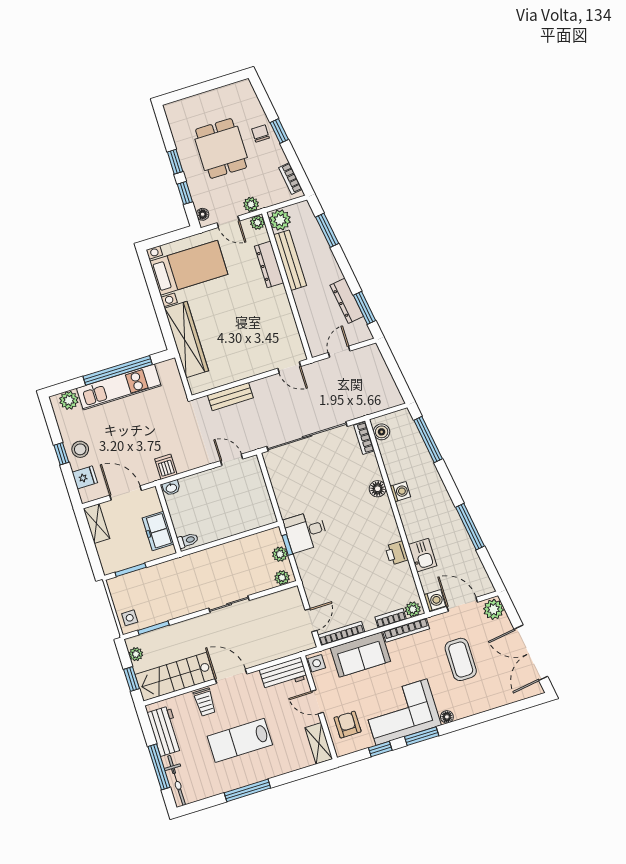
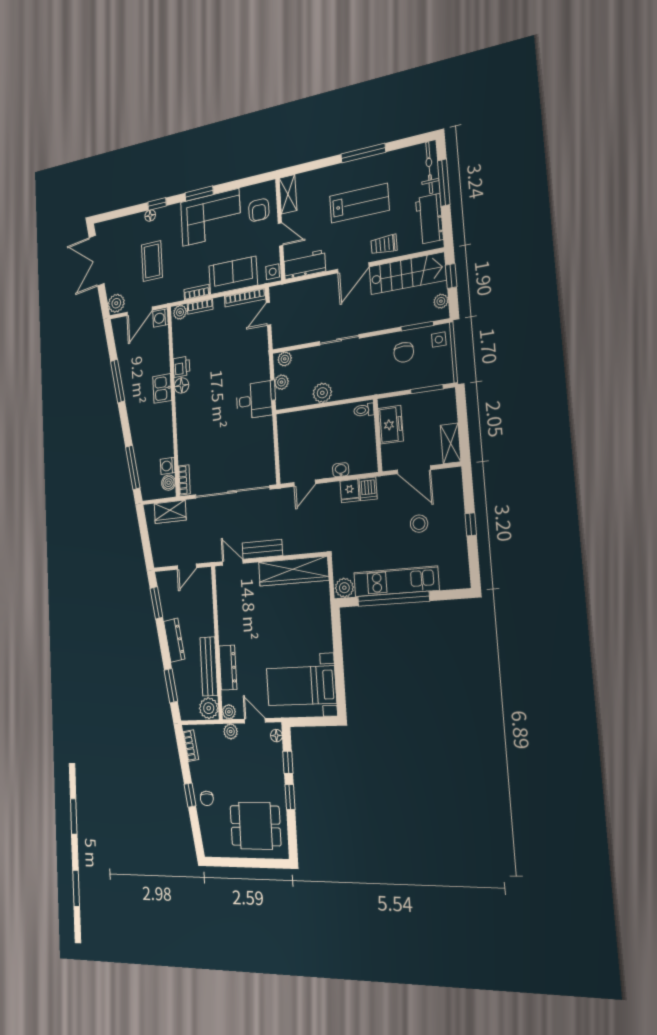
dining table: (221, 148) -> (255, 826), moved, turned 90
dresser: (347, 301) -> (174, 640), moved
wardrobe: (186, 340) -> (293, 571), moved, turned -90
bench: (230, 397) -> (262, 549), moved
plant: (69, 400) -> (344, 588), moved
wardrobe: (372, 403) -> (170, 512), added
stool: (80, 449) -> (419, 524), moved
door: (232, 460) -> (305, 483), hinge flipped
fridge: (85, 477) -> (350, 491), moved, turned -90
washbasin: (171, 488) -> (341, 470), moved
floor lamp: (378, 489) -> (182, 385), moved
washing machine: (400, 492) -> (168, 466), moved
plant: (234, 550) -> (322, 393), added
kitchen sink: (423, 555) -> (162, 388), moved
chair: (161, 601) -> (404, 352), added
door: (462, 604) -> (140, 311), hinge flipped
bookcase: (406, 630) -> (197, 292), width x0.64
double door: (531, 653) -> (97, 261), swing flipped
door: (231, 676) -> (353, 268), hinge flipped
trolley: (205, 702) -> (384, 245), turned -90
floor lamp: (447, 717) -> (150, 216), moved
window: (380, 749) -> (157, 204), moved

